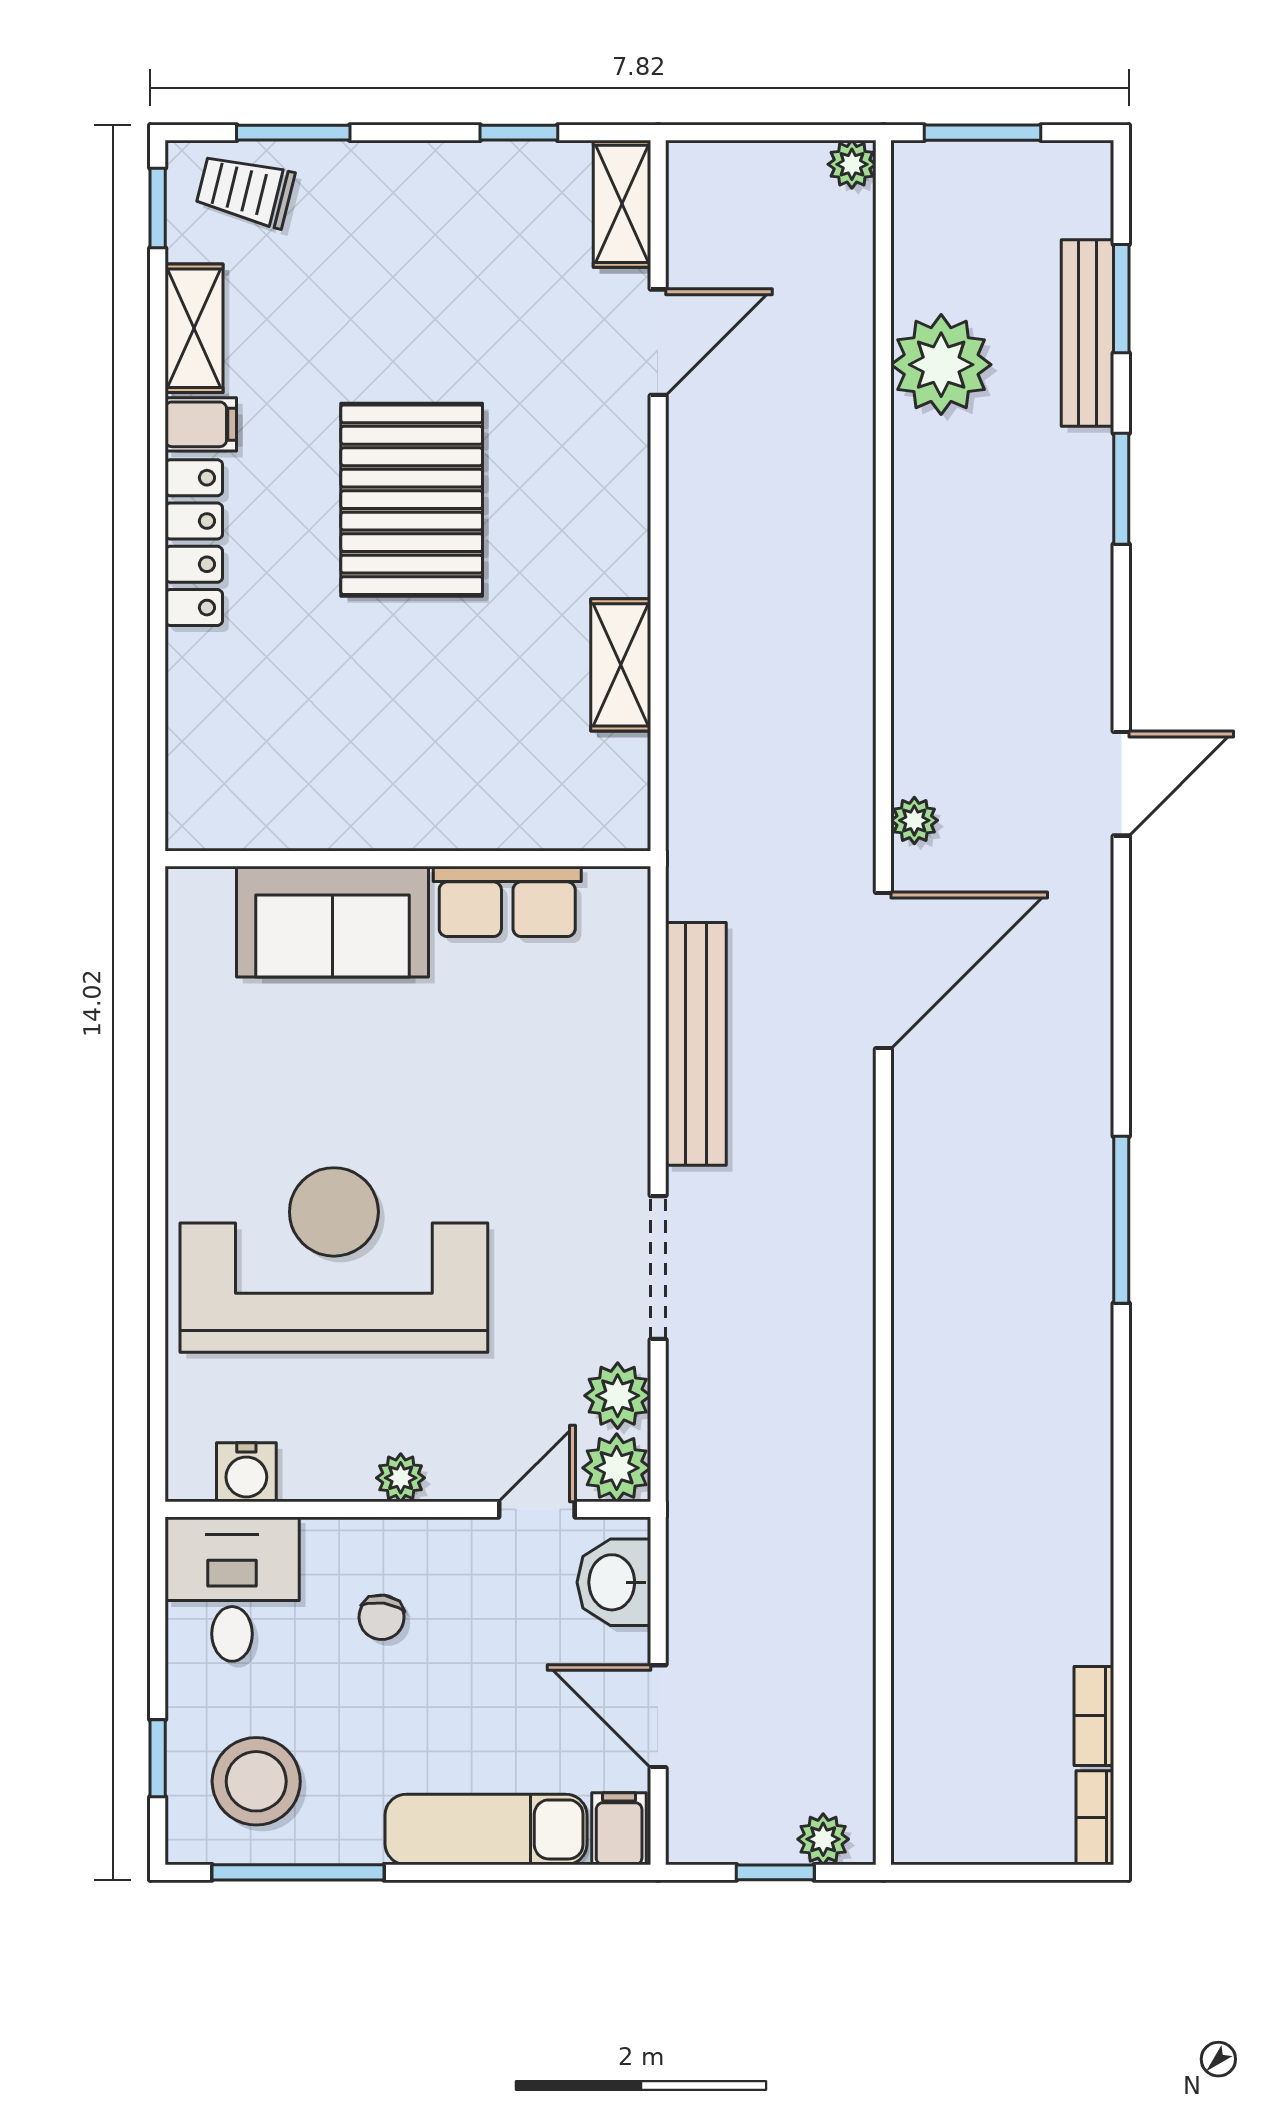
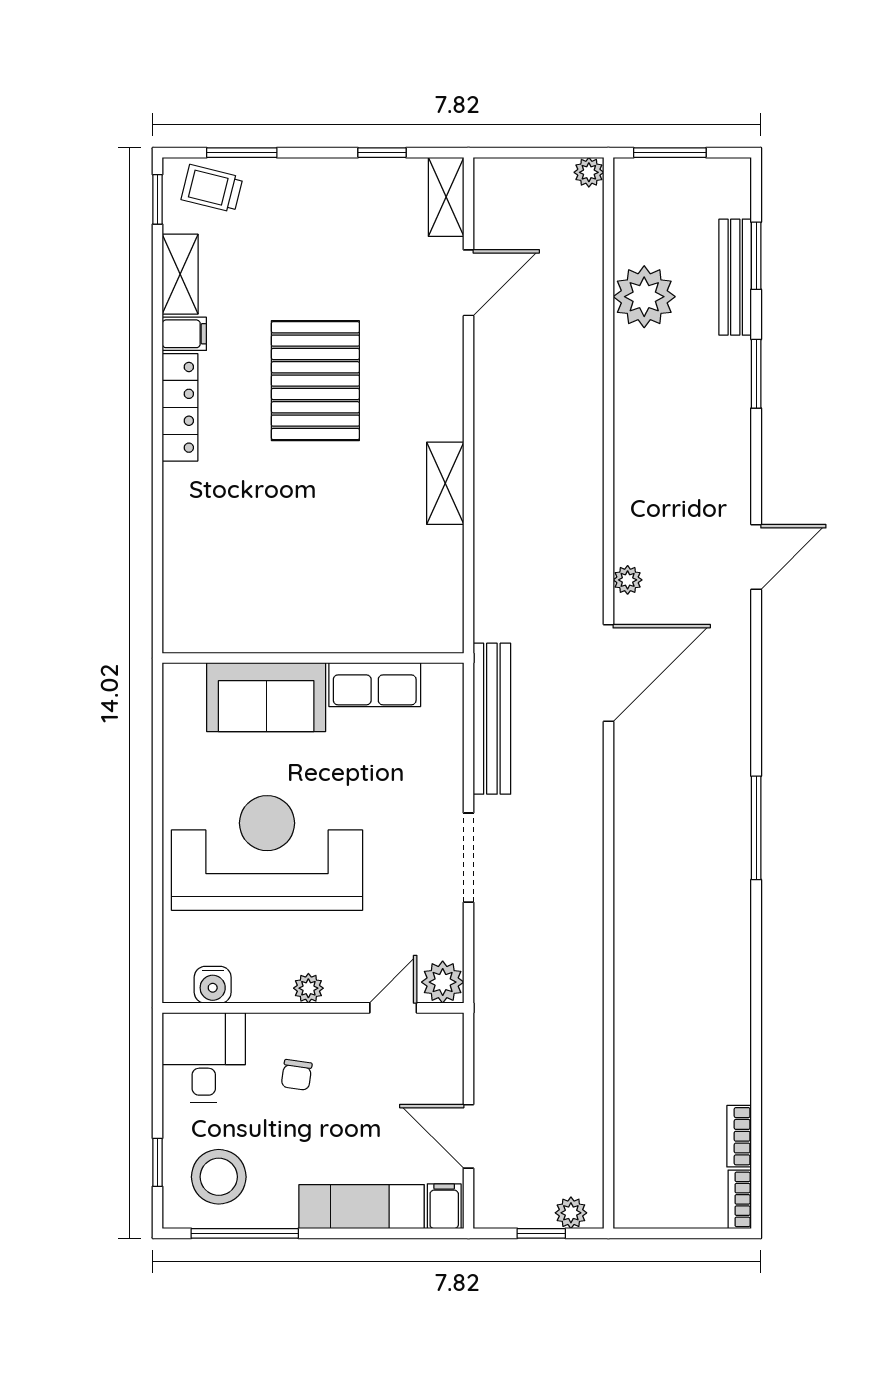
wall: (408, 859) -> (313, 658), moved
row of seats: (507, 901) -> (375, 685), moved
sofa: (333, 922) -> (266, 697), moved
plant: (618, 1396) -> (443, 937), removed
washbasin: (614, 1582) -> (441, 1053), removed

